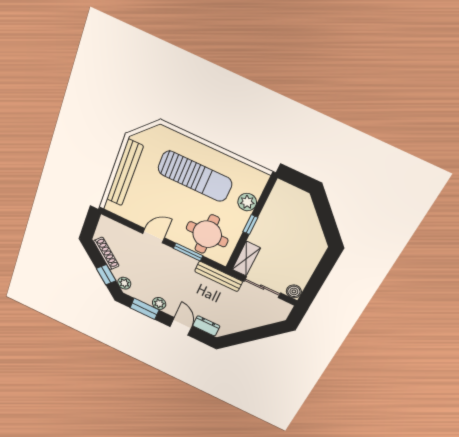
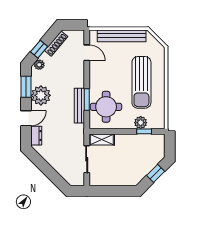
window: (325, 215) -> (156, 173), added
window: (250, 225) -> (144, 131), moved
door: (154, 236) -> (87, 53), moved
bench: (219, 276) -> (79, 106), moved
boiler: (294, 291) -> (94, 181), removed
plant: (159, 303) -> (41, 95), width x1.87, depth x1.87

